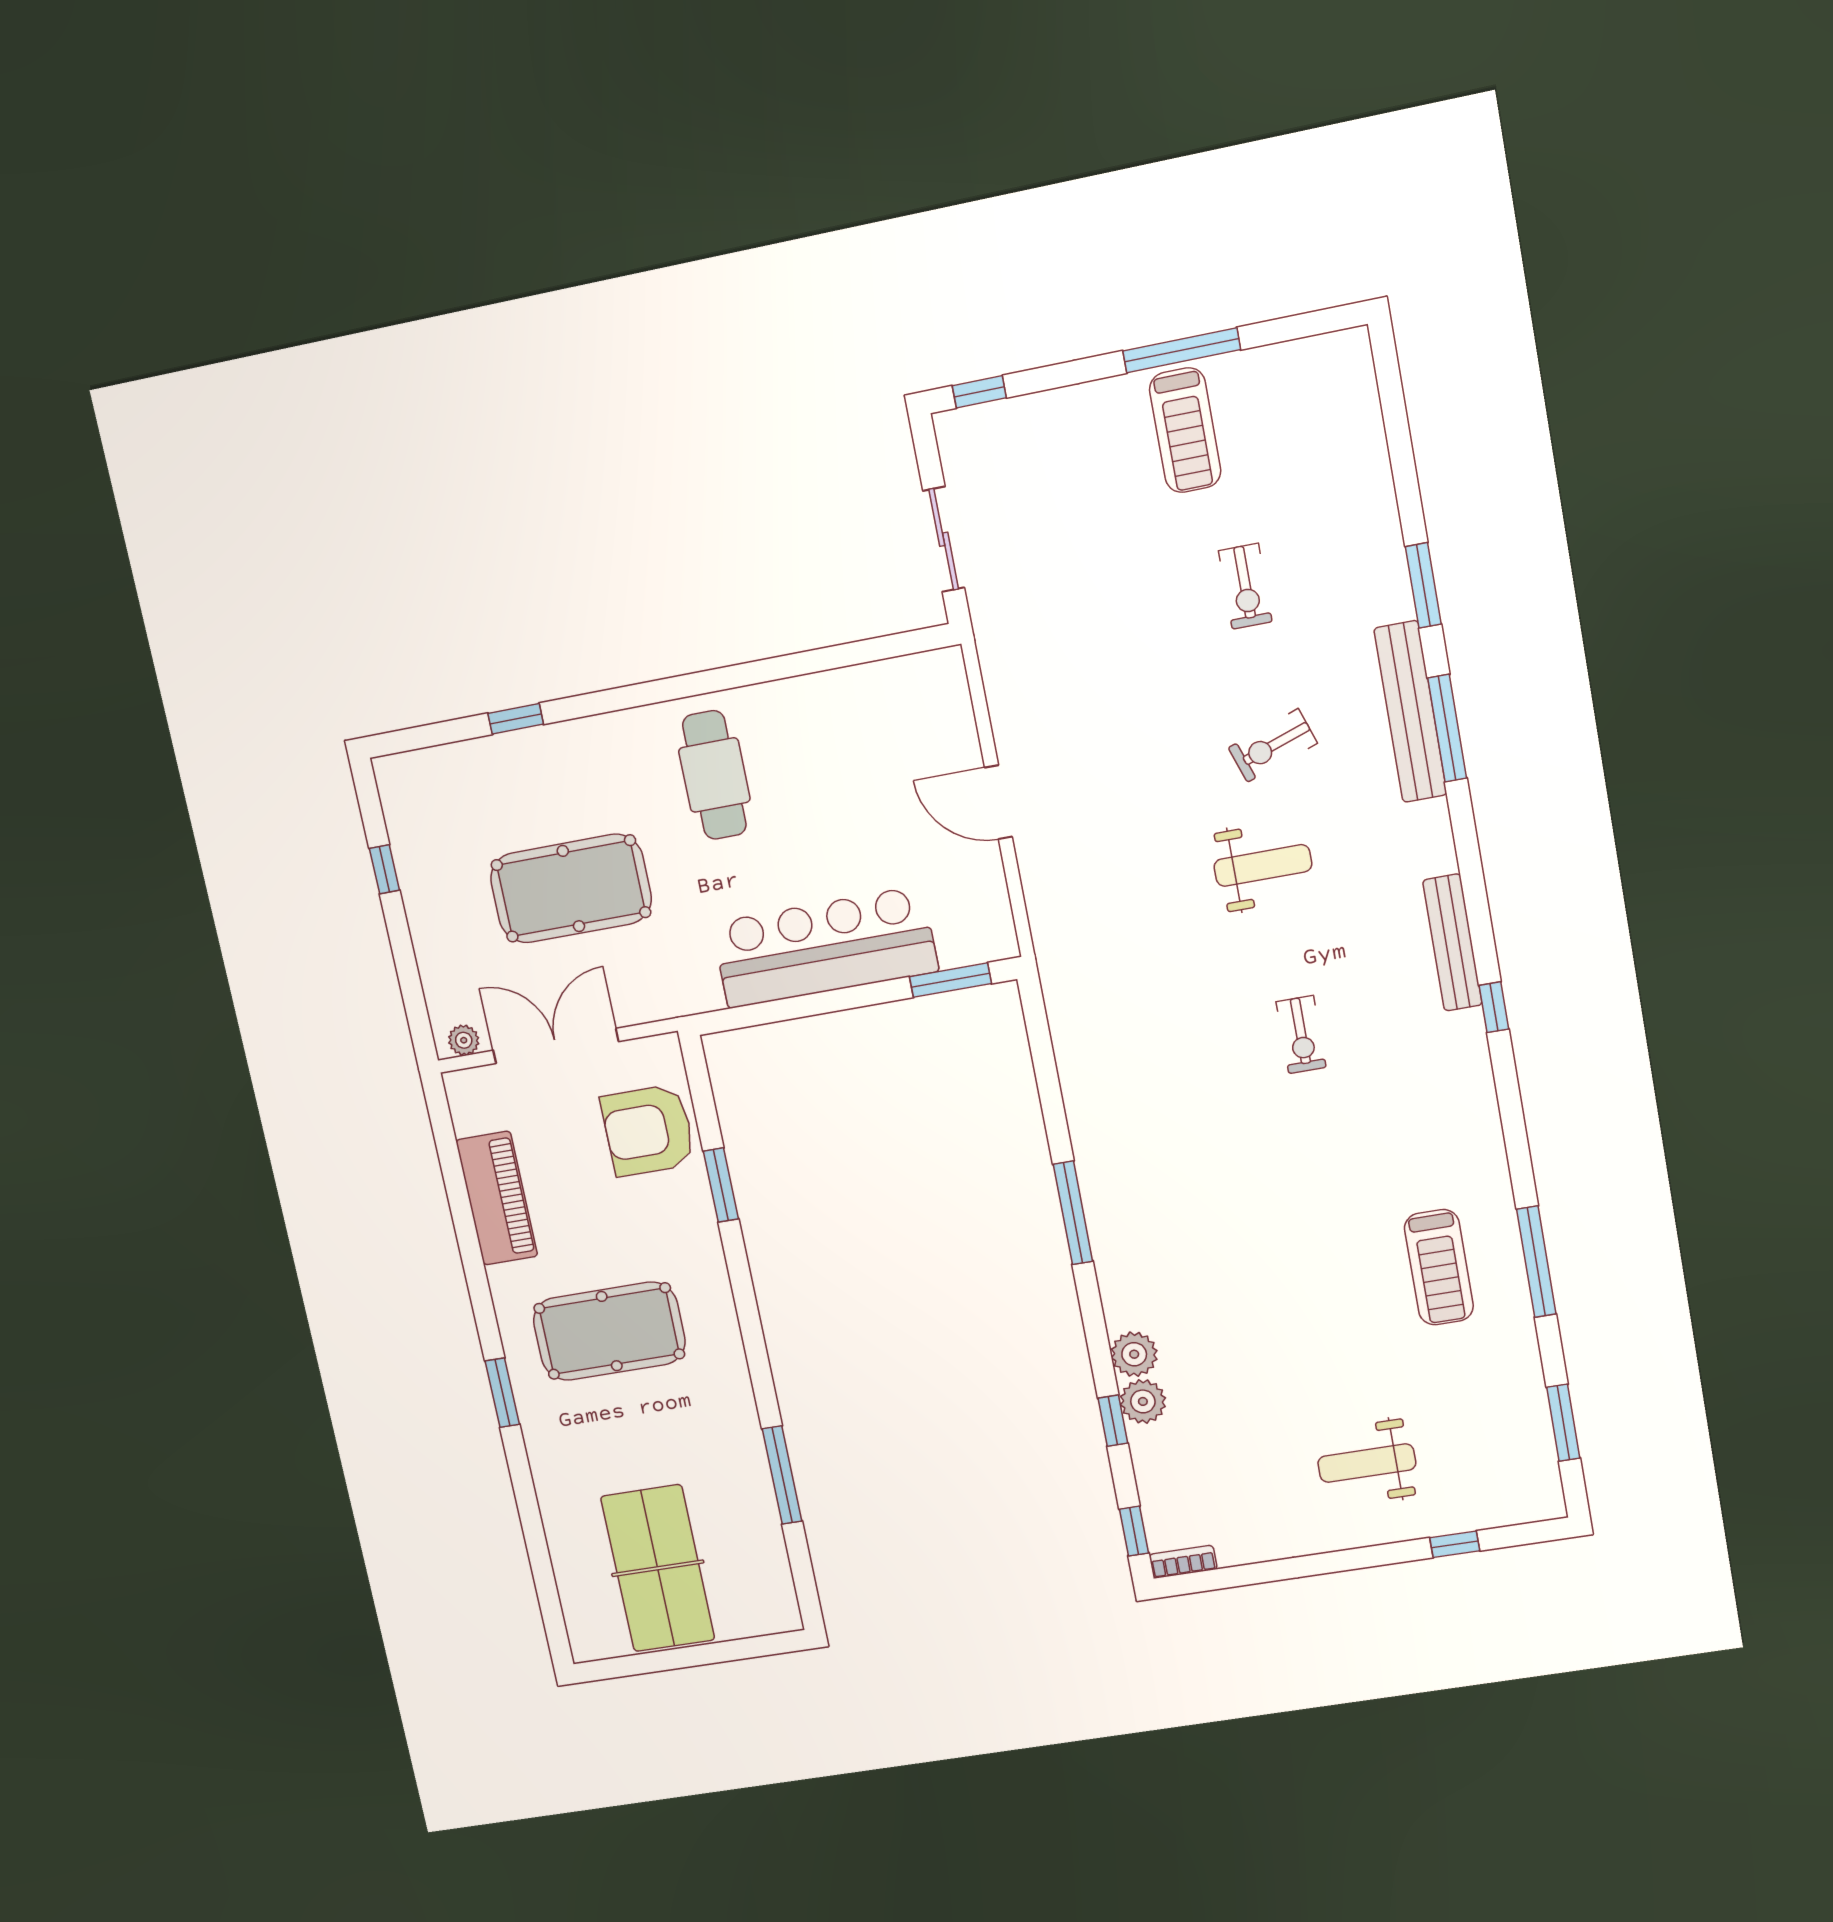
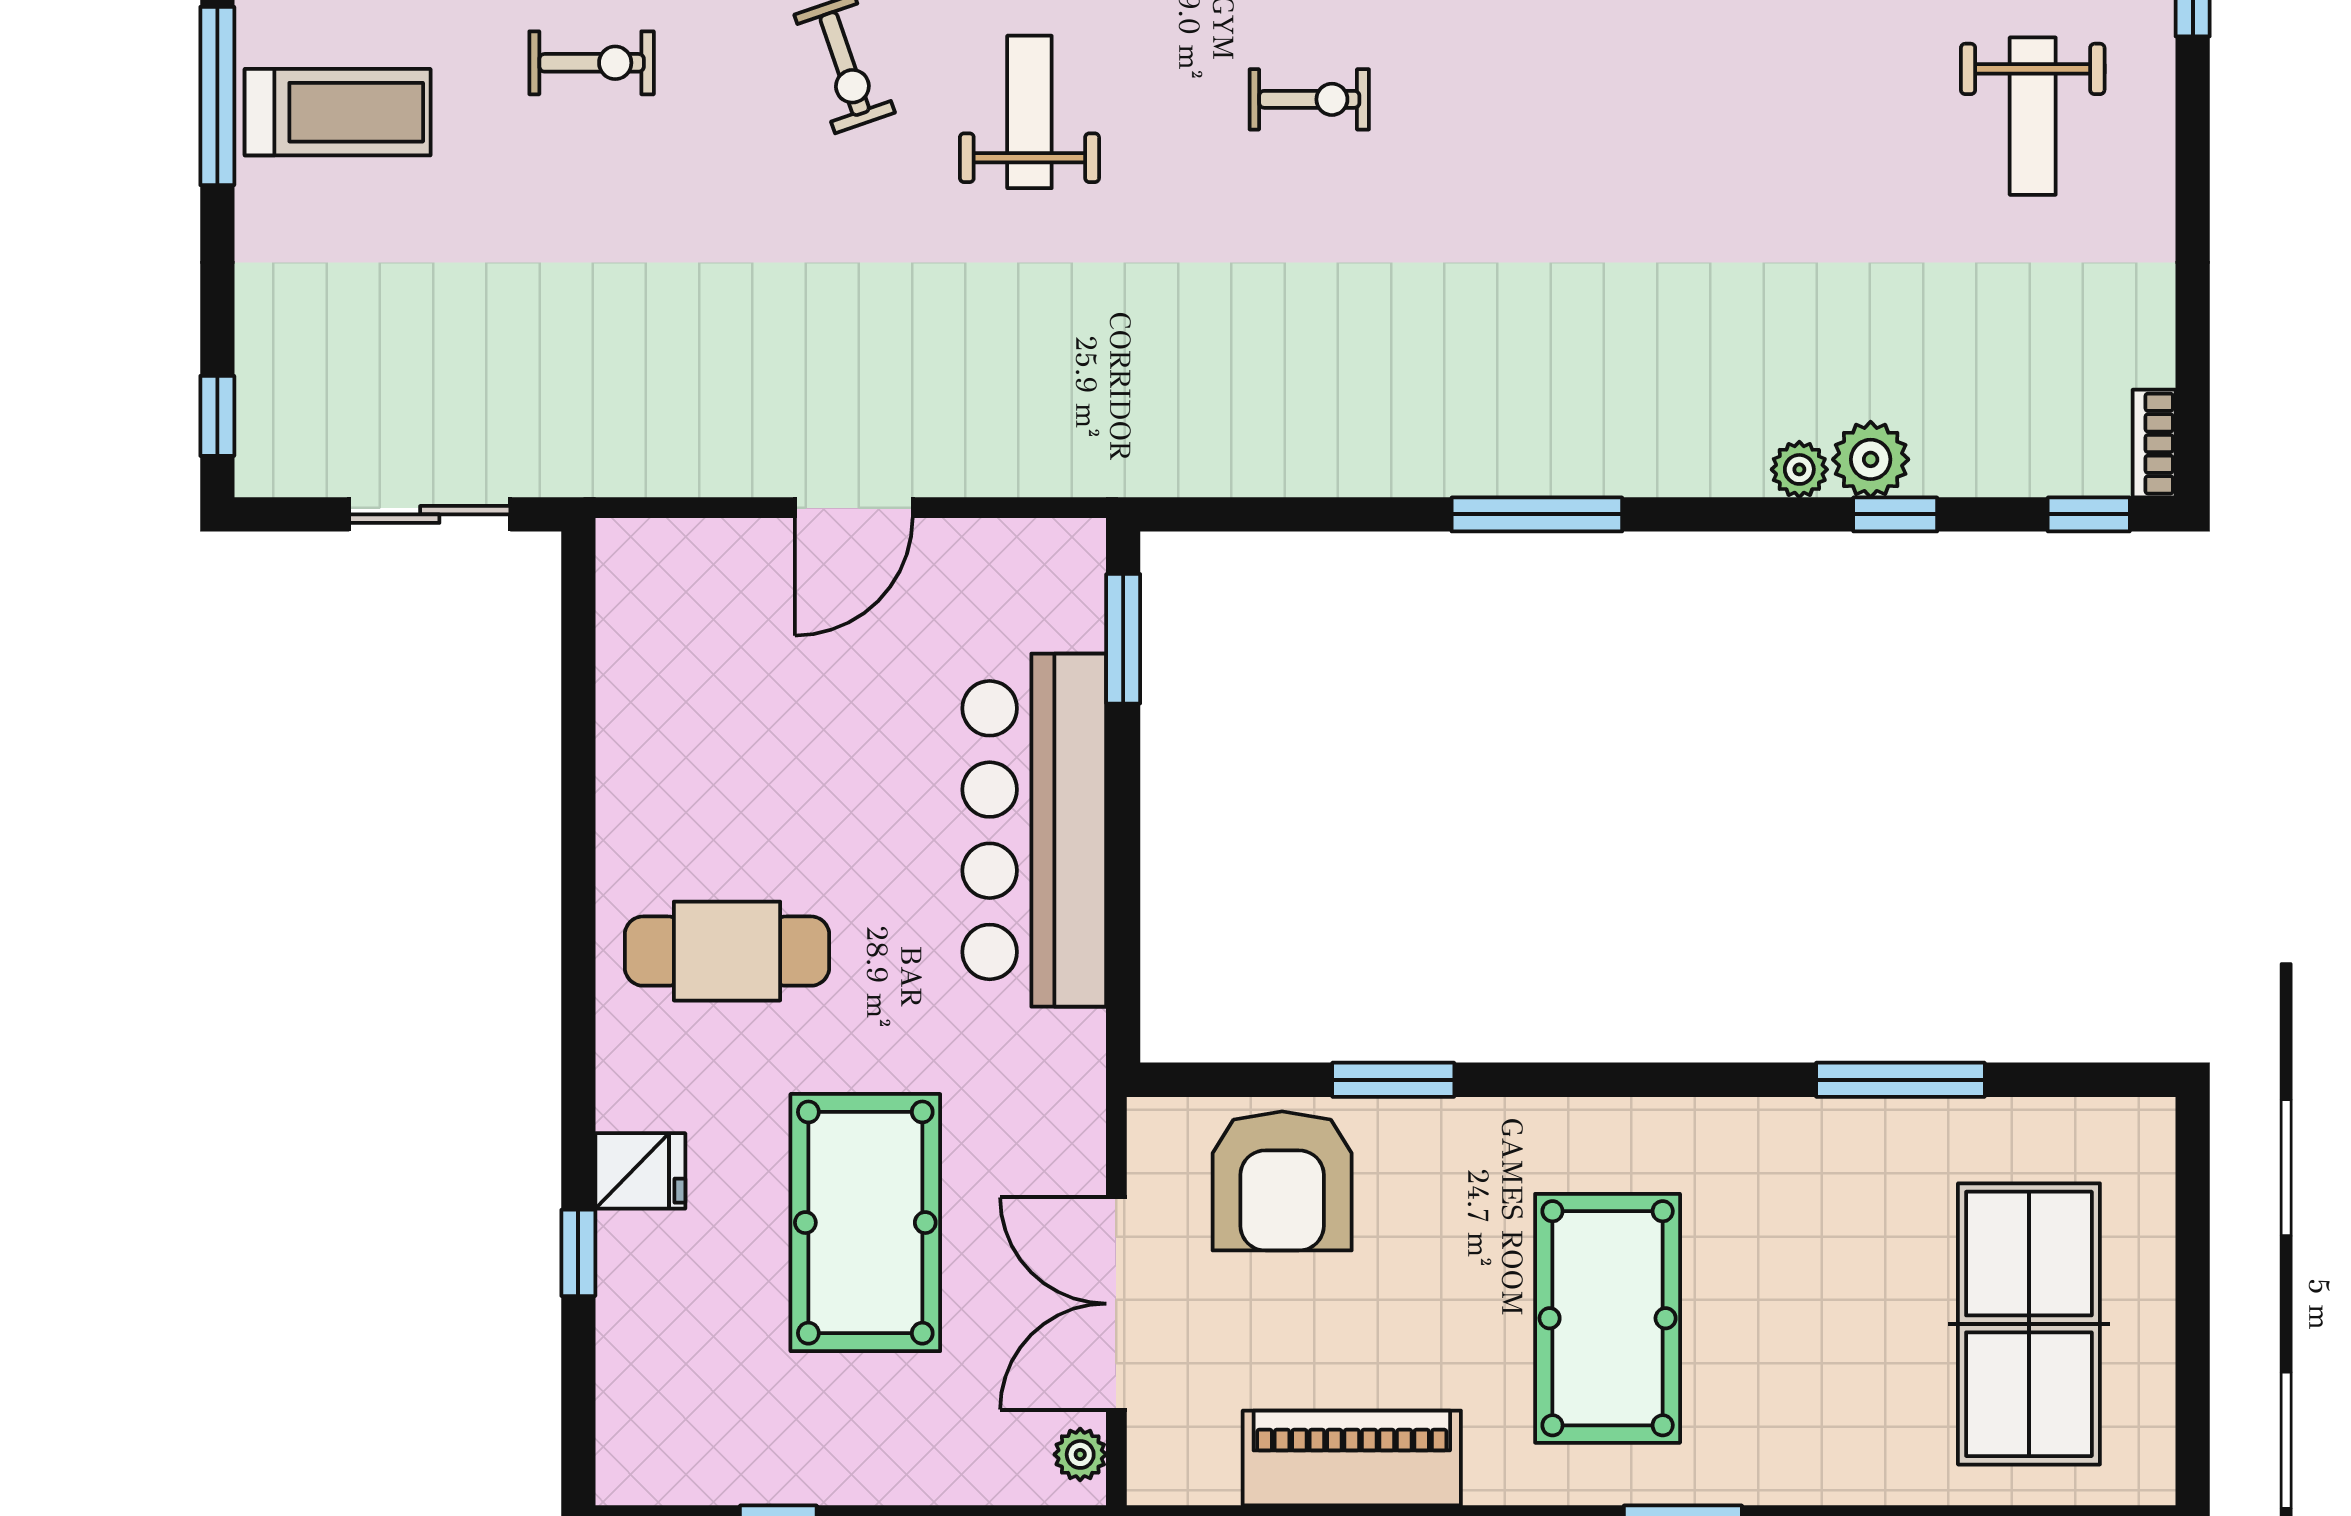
fridge: (572, 747) -> (640, 1171), added
plant: (1134, 1354) -> (1799, 469), width x0.73, depth x0.73
table tennis table: (658, 1568) -> (2029, 1324), turned 90

